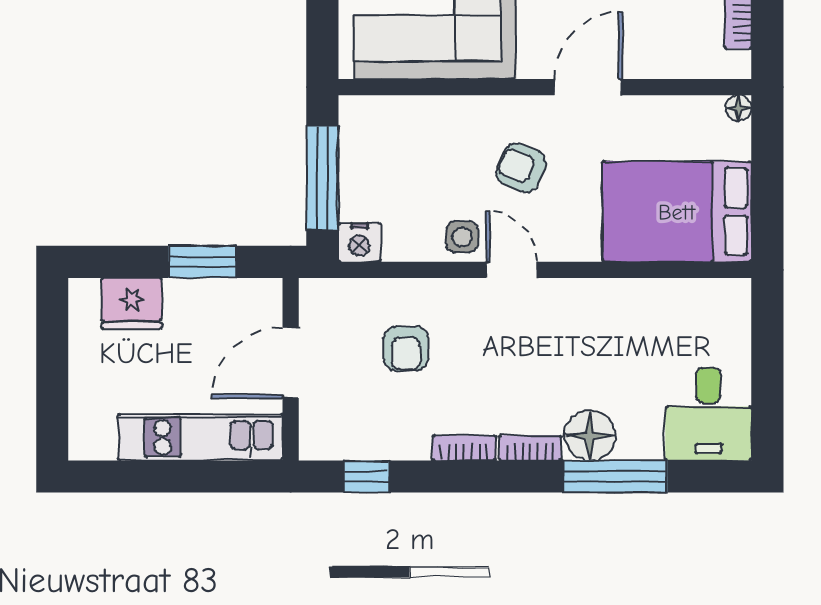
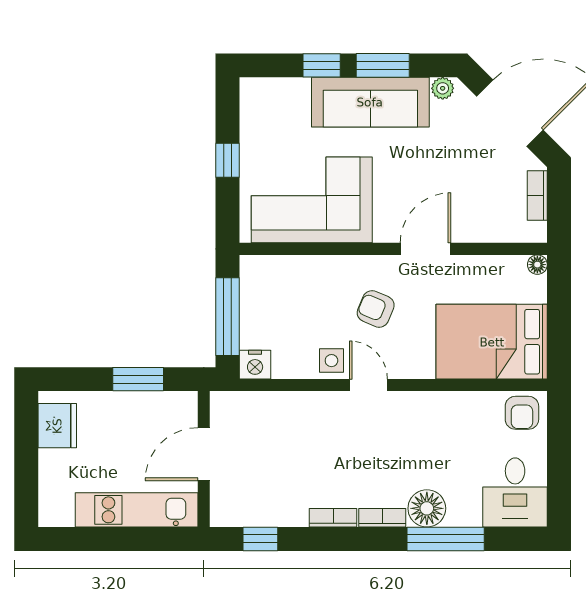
fridge: (132, 304) -> (57, 426), moved, turned -90
armchair: (406, 349) -> (522, 413), moved

